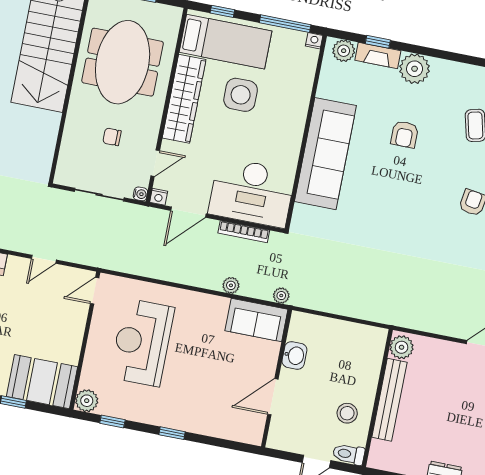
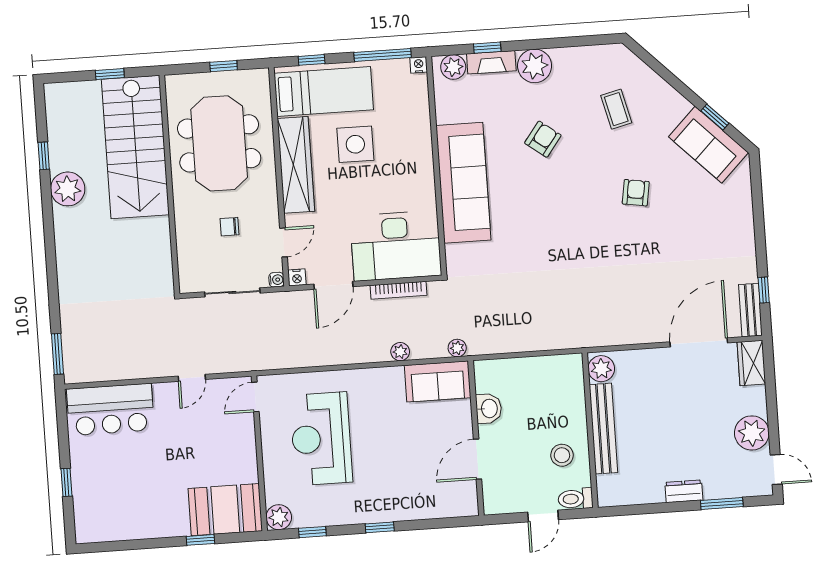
armchair: (405, 134) -> (543, 139), turned -143

